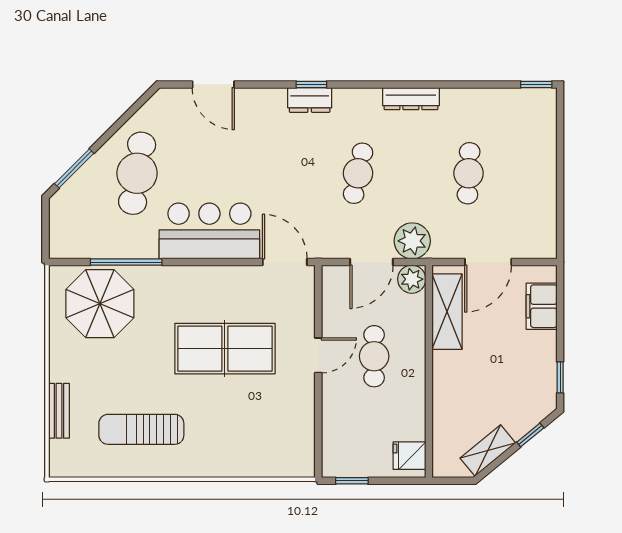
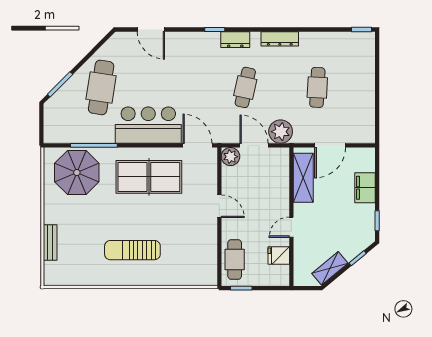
dresser: (310, 100) -> (235, 40), moved
door: (372, 262) -> (254, 145), swing flipped
plant: (412, 279) -> (230, 157), moved
filing cabinet: (542, 306) -> (365, 188), moved
table tennis table: (225, 349) -> (149, 177), moved
door: (318, 355) -> (219, 206), hinge flipped
cafe table: (374, 356) -> (235, 259), moved
door: (429, 388) -> (291, 227), added
sun lounger: (141, 429) -> (132, 250), moved
fridge: (409, 456) -> (279, 256), moved

